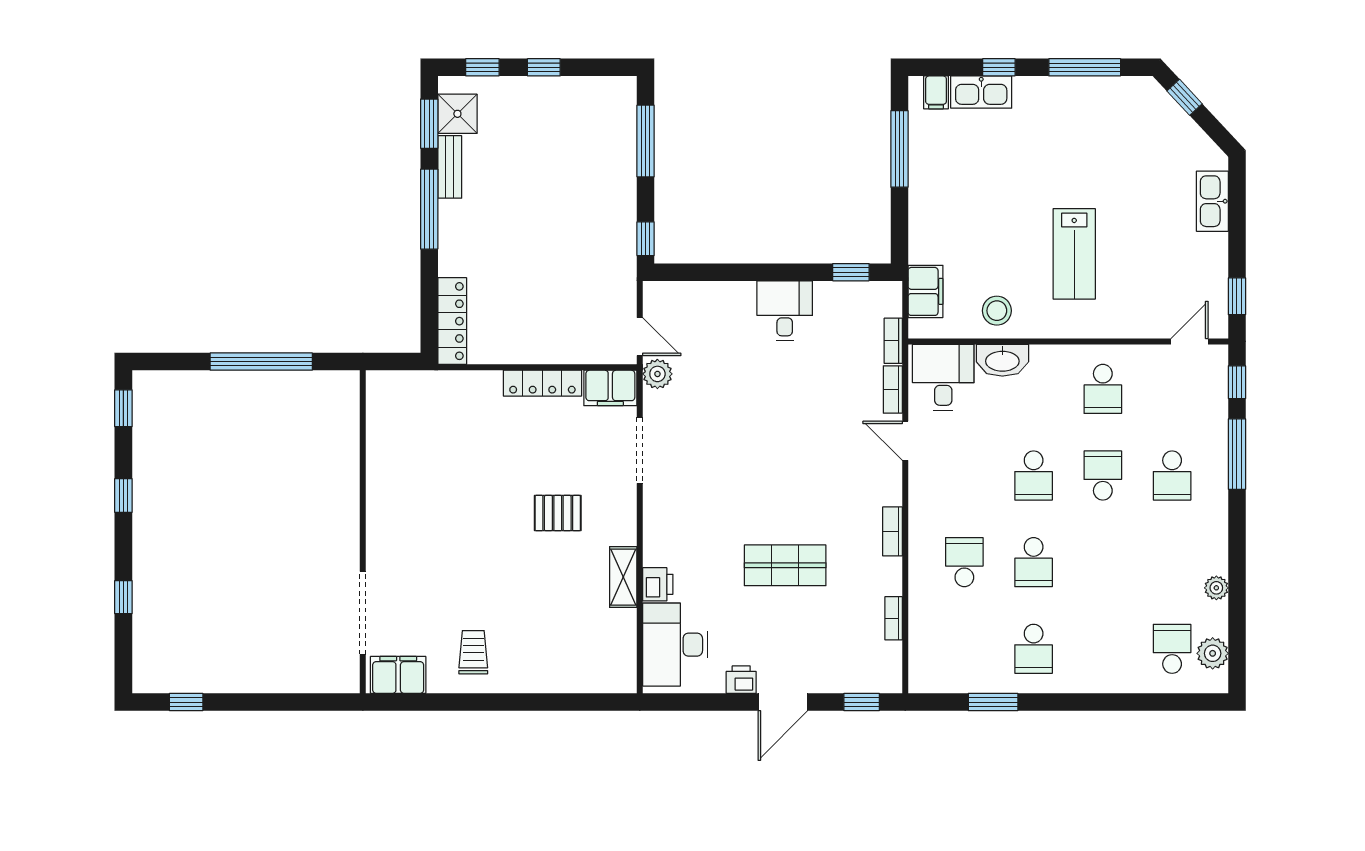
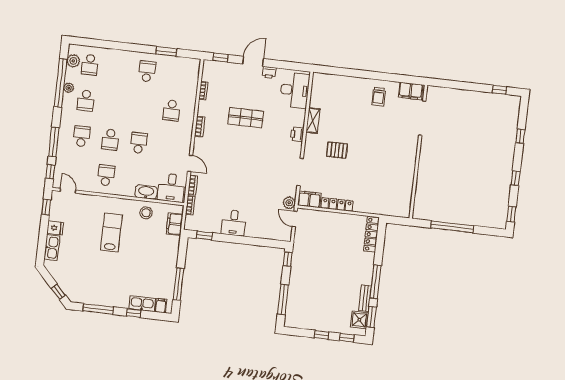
fridge: (1210, 249) -> (55, 228), added
door: (1189, 341) -> (68, 191), swing flipped
school desk: (1034, 562) -> (86, 100), moved, turned 180
printer: (658, 584) -> (297, 134), moved
window: (1237, 597) -> (61, 83), added

